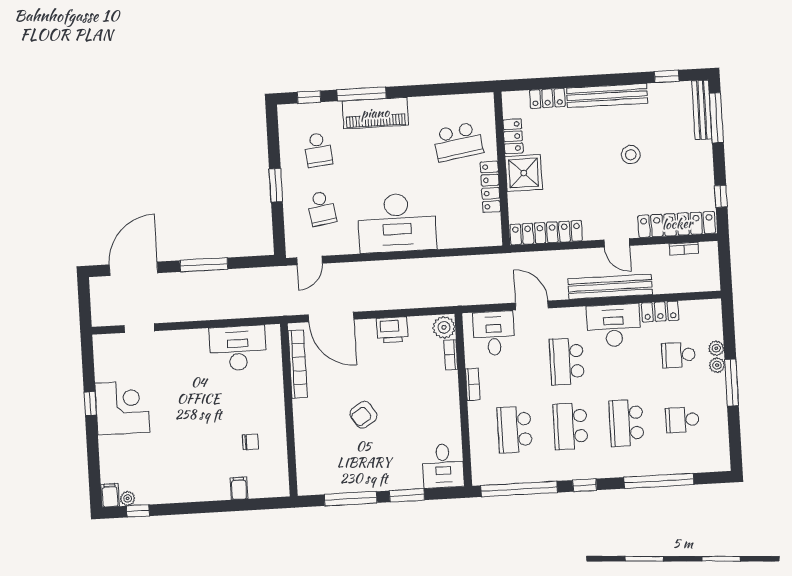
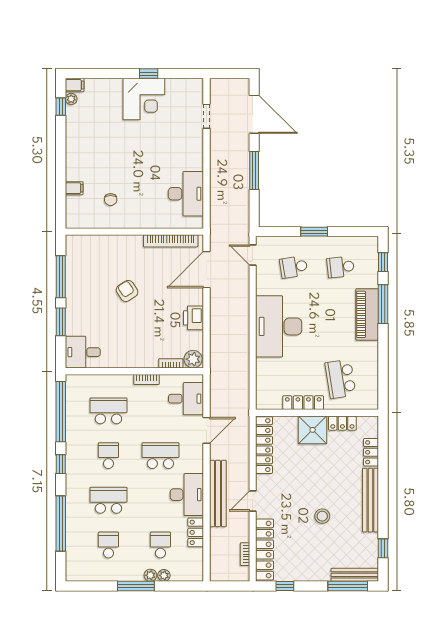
school desk: (570, 426) -> (108, 456), width x0.54

